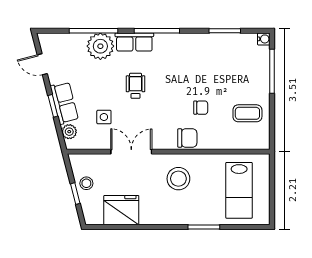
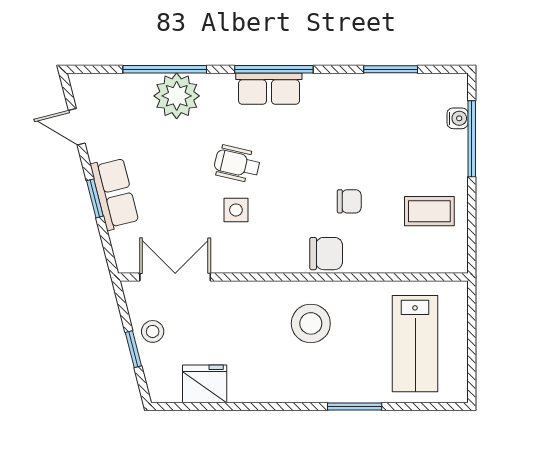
water cooler: (264, 39) -> (458, 118), moved
row of seats: (134, 42) -> (269, 89), moved
wheelchair: (136, 86) -> (237, 164), turned -77
side table: (104, 117) -> (236, 210), moved
plant: (69, 132) -> (123, 243), removed
double door: (131, 152) -> (175, 277), moved
fridge: (121, 210) -> (205, 384), width x0.73, depth x0.75

